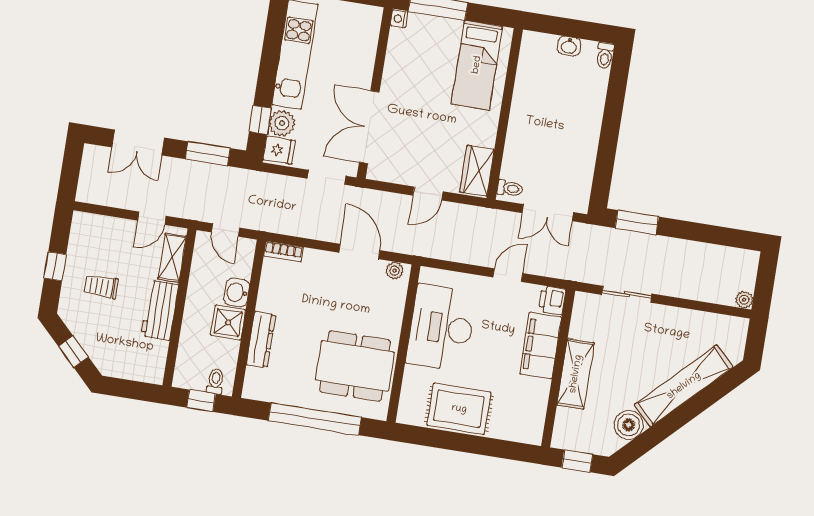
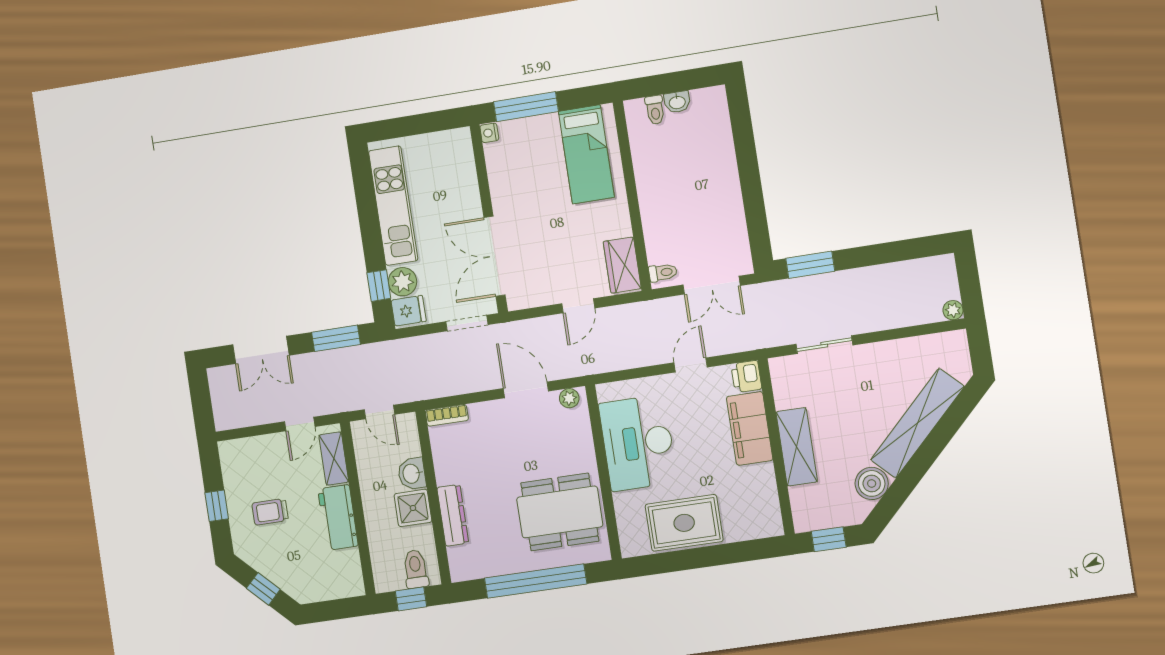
toilet: (605, 56) -> (655, 110), moved
toilet: (216, 381) -> (416, 569), width x1.37, depth x1.39

